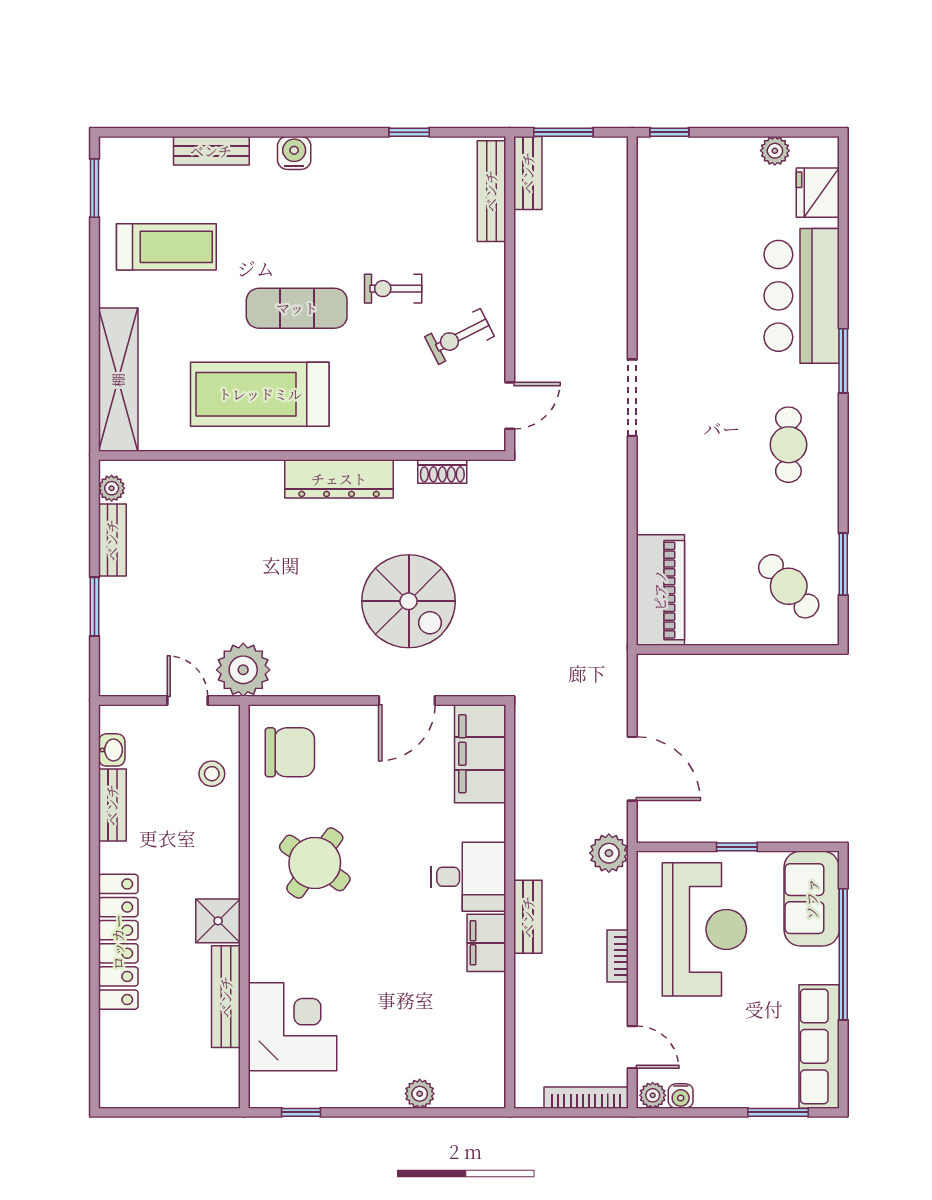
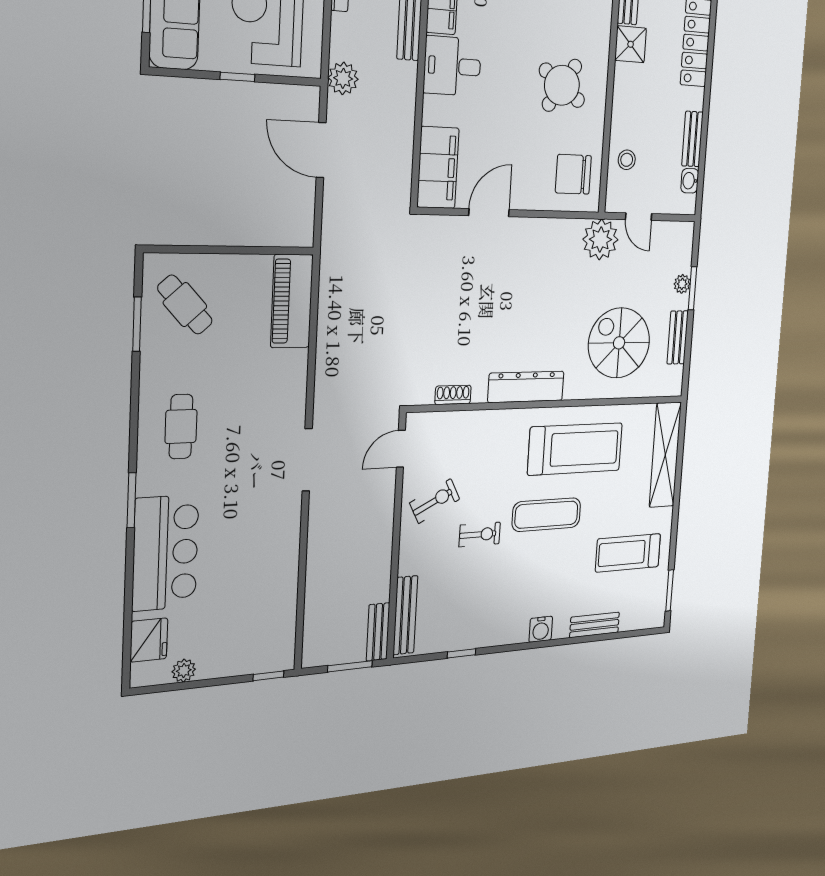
plant: (112, 488) -> (682, 284), moved
spiral stairs: (409, 601) -> (619, 343), moved

